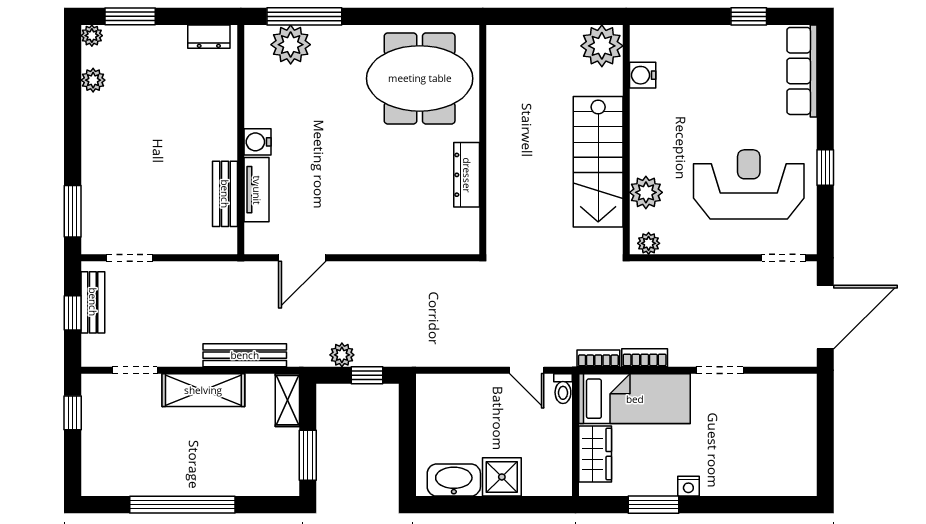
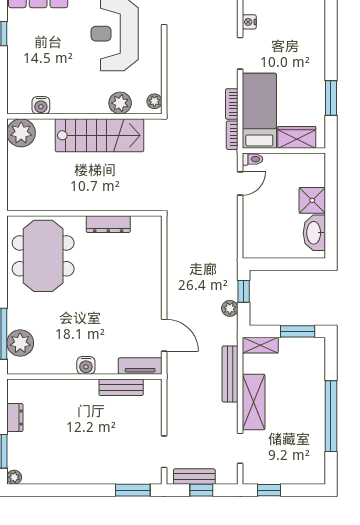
dresser: (209, 37) -> (15, 418), moved
plant: (93, 80) -> (44, 476), removed
tv unit: (257, 190) -> (140, 366), moved
nightstand: (688, 486) -> (249, 22), moved, turned 180

